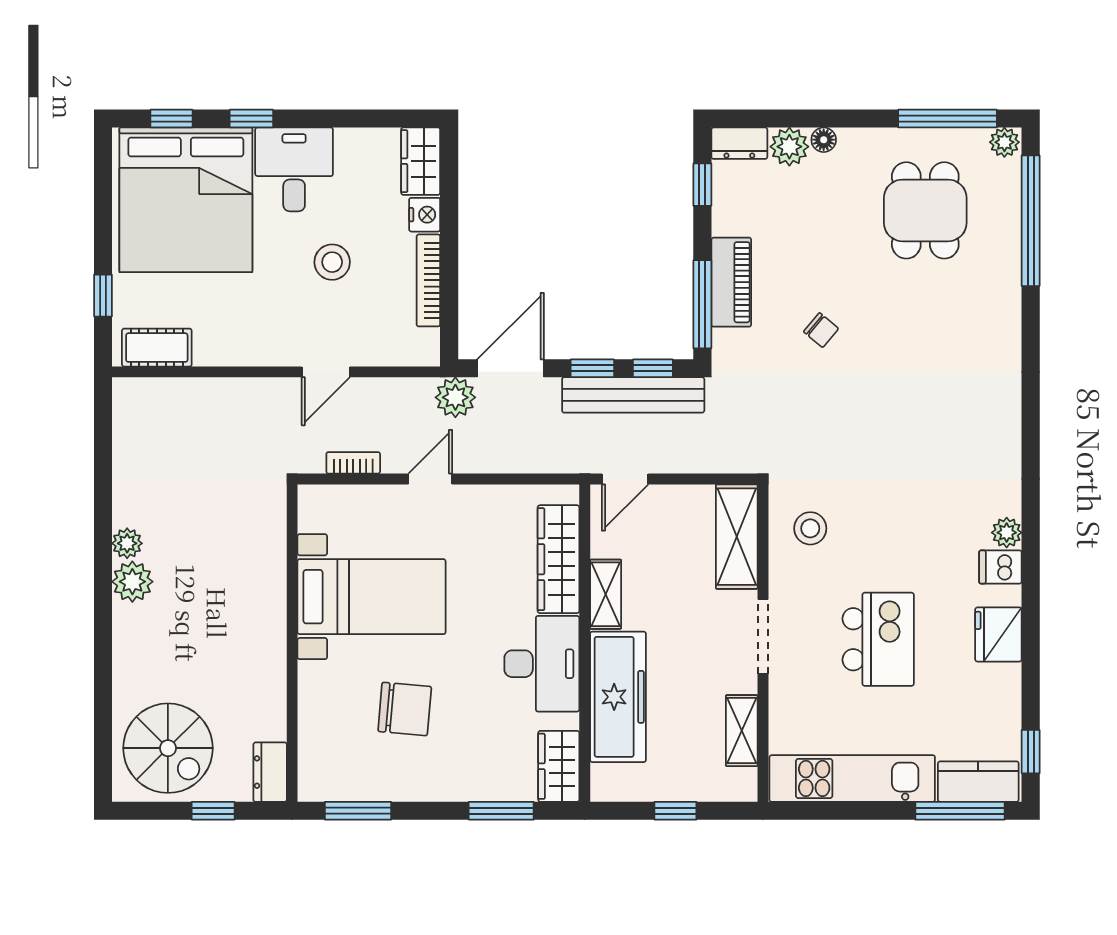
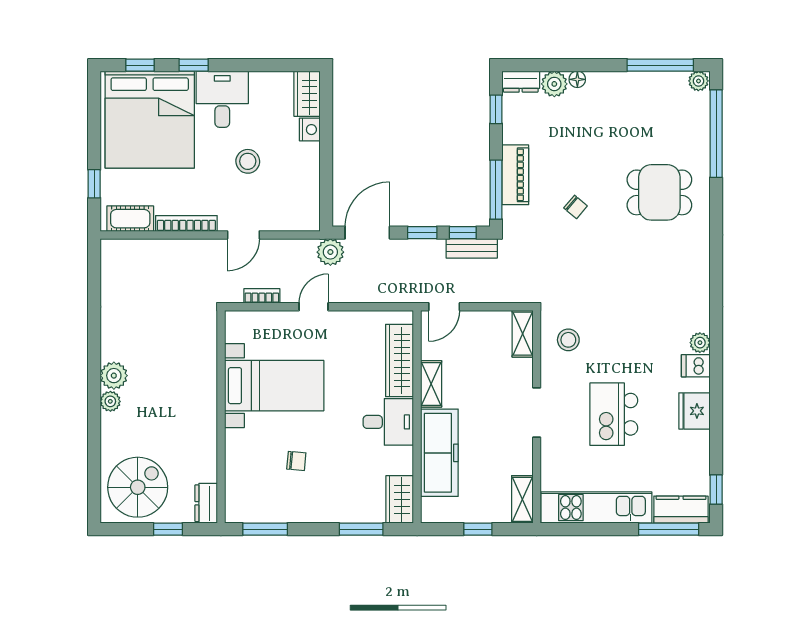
dining table: (925, 210) -> (659, 192), moved, turned 90
bookcase: (428, 280) -> (186, 223), moved, turned 90
bench: (633, 395) -> (472, 248), width x0.54, depth x0.82
shelving: (737, 537) -> (523, 334), width x0.67, depth x0.75
plant: (127, 543) -> (110, 401), moved
kitchen island: (878, 639) -> (614, 414), turned 180
desk: (542, 664) -> (388, 422), width x0.73
chair: (405, 709) -> (296, 461), width x0.54, depth x0.54
shelving: (742, 731) -> (522, 499), moved
spiral stairs: (168, 748) -> (138, 487), turned -90

